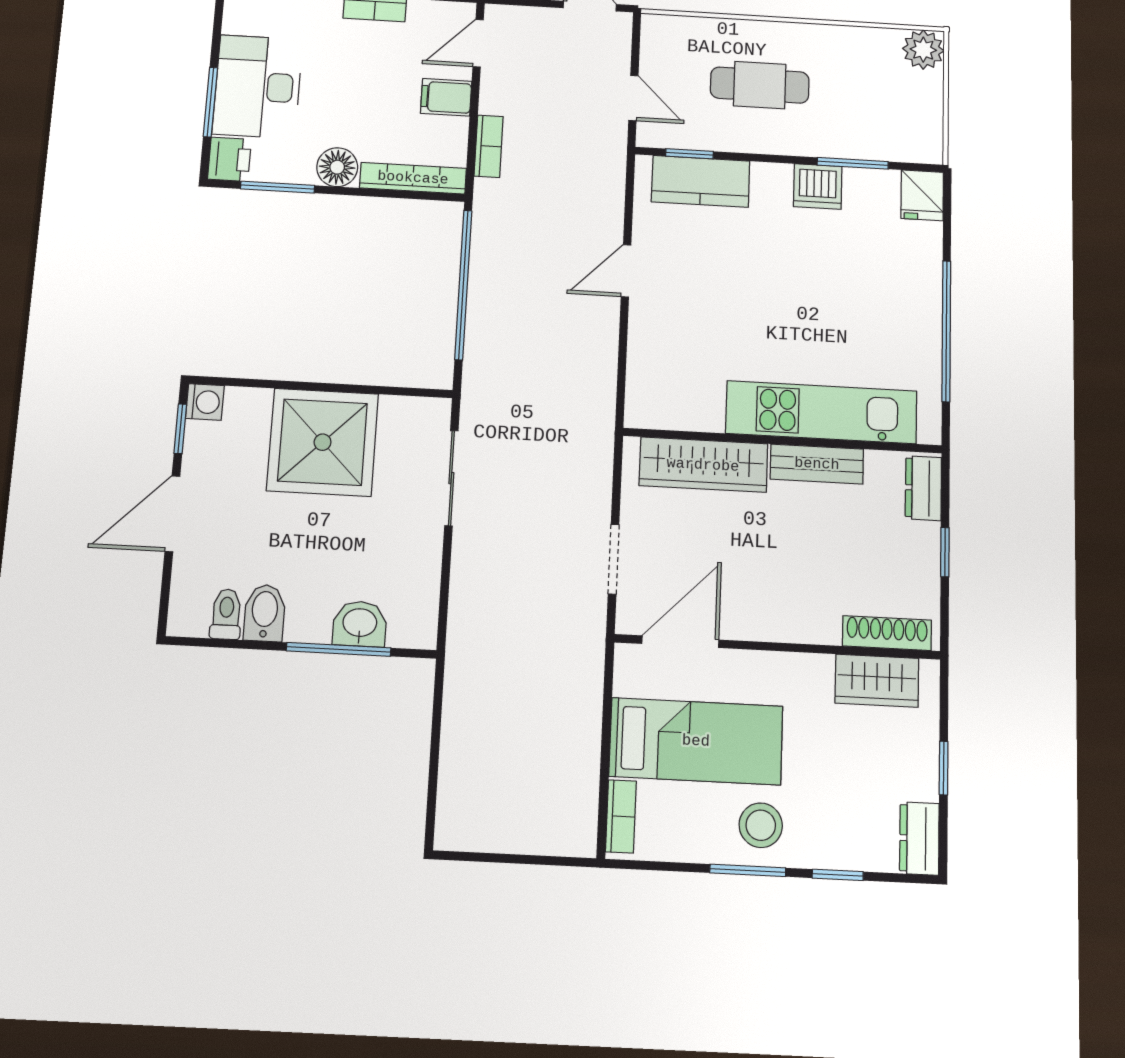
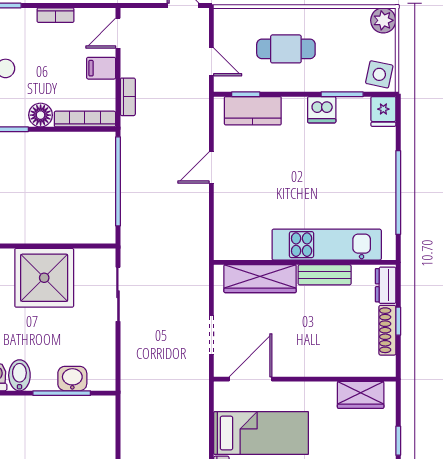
side table: (916, 135) -> (379, 74), added
shoe rack: (887, 633) -> (387, 330), moved, turned -90

